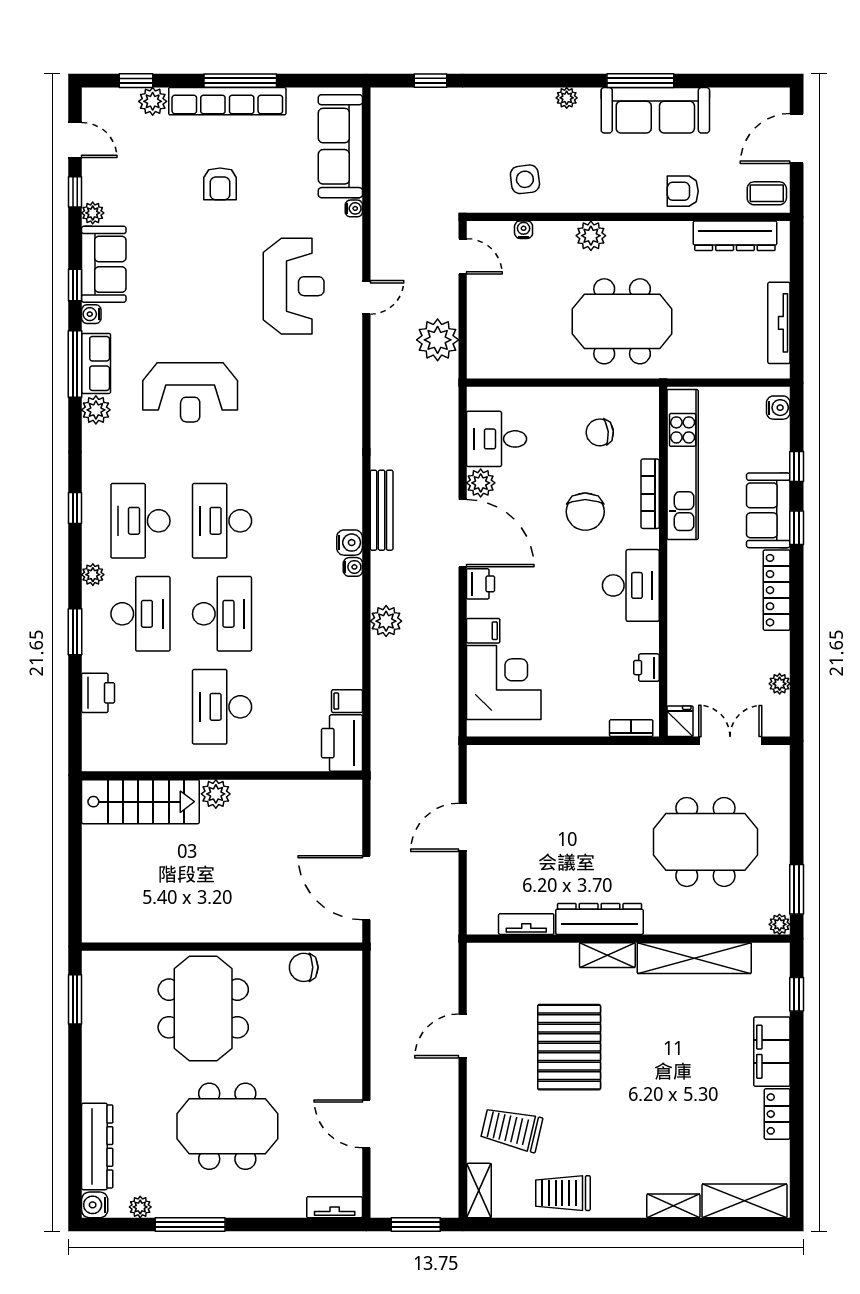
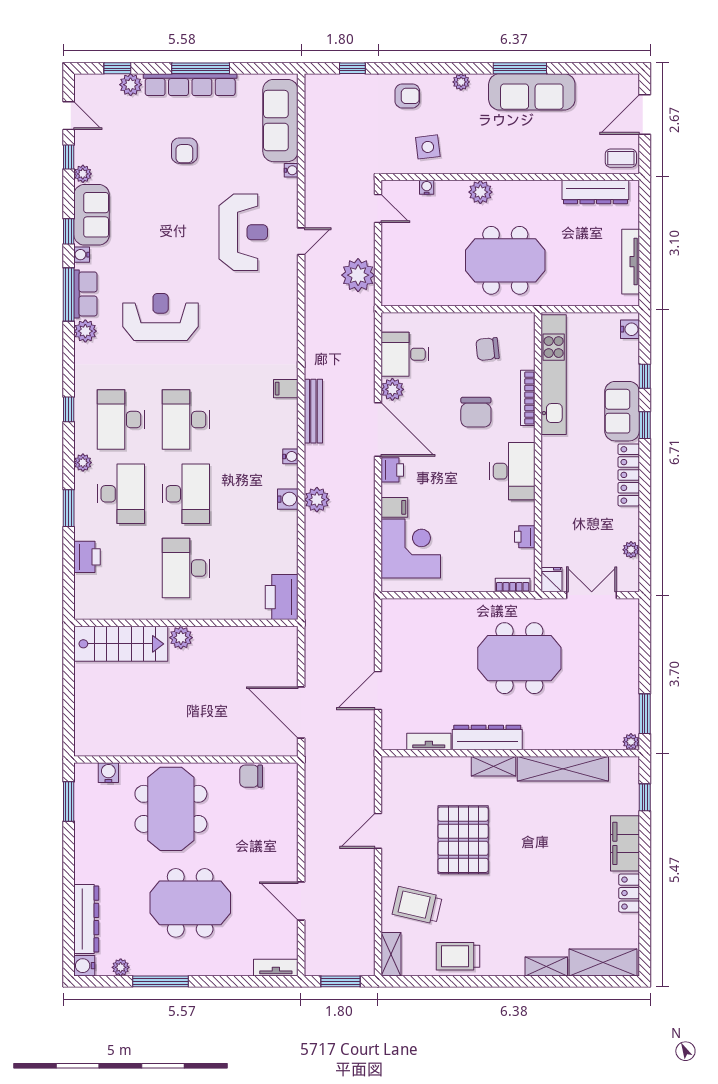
armchair: (683, 191) -> (407, 96), moved, turned 180
reception desk: (190, 392) -> (161, 317), turned 180
water cooler: (350, 543) -> (288, 499), moved
filing cabinet: (347, 701) -> (286, 389), moved
door: (463, 827) -> (378, 690), moved
meeting table: (705, 842) -> (519, 658), moved
water cooler: (125, 963) -> (108, 773), added

